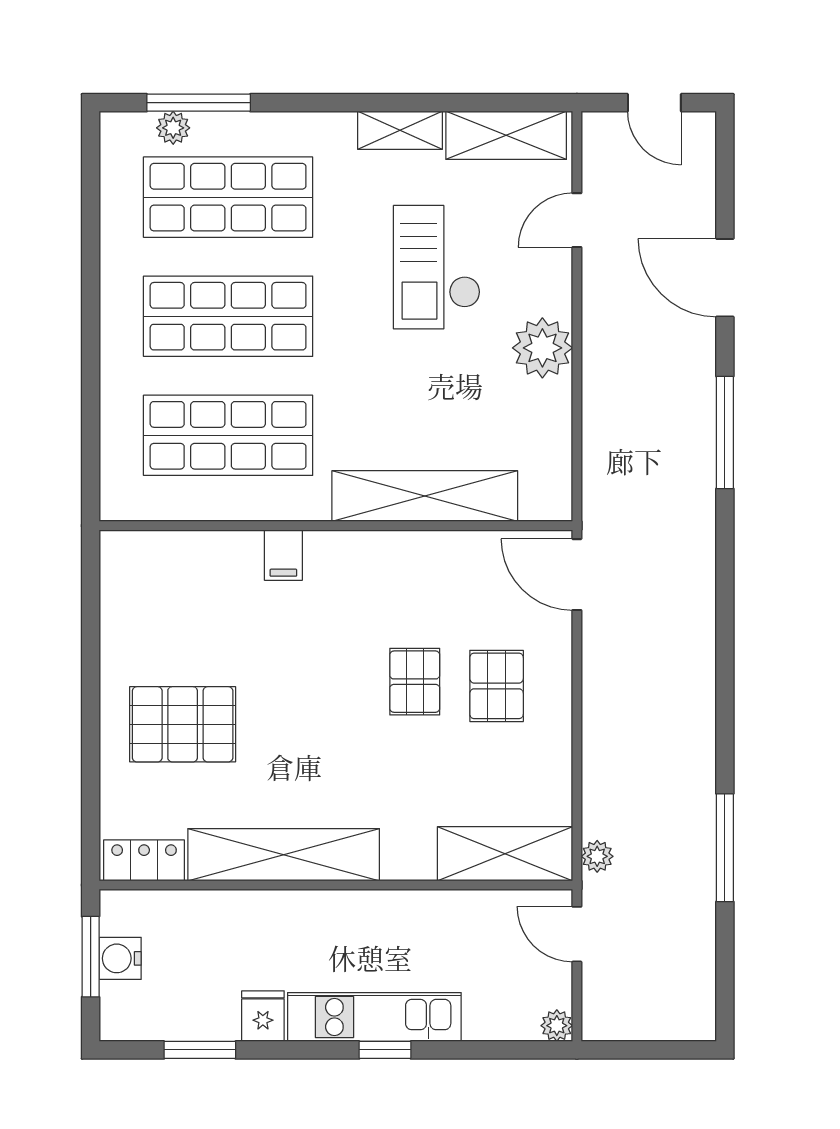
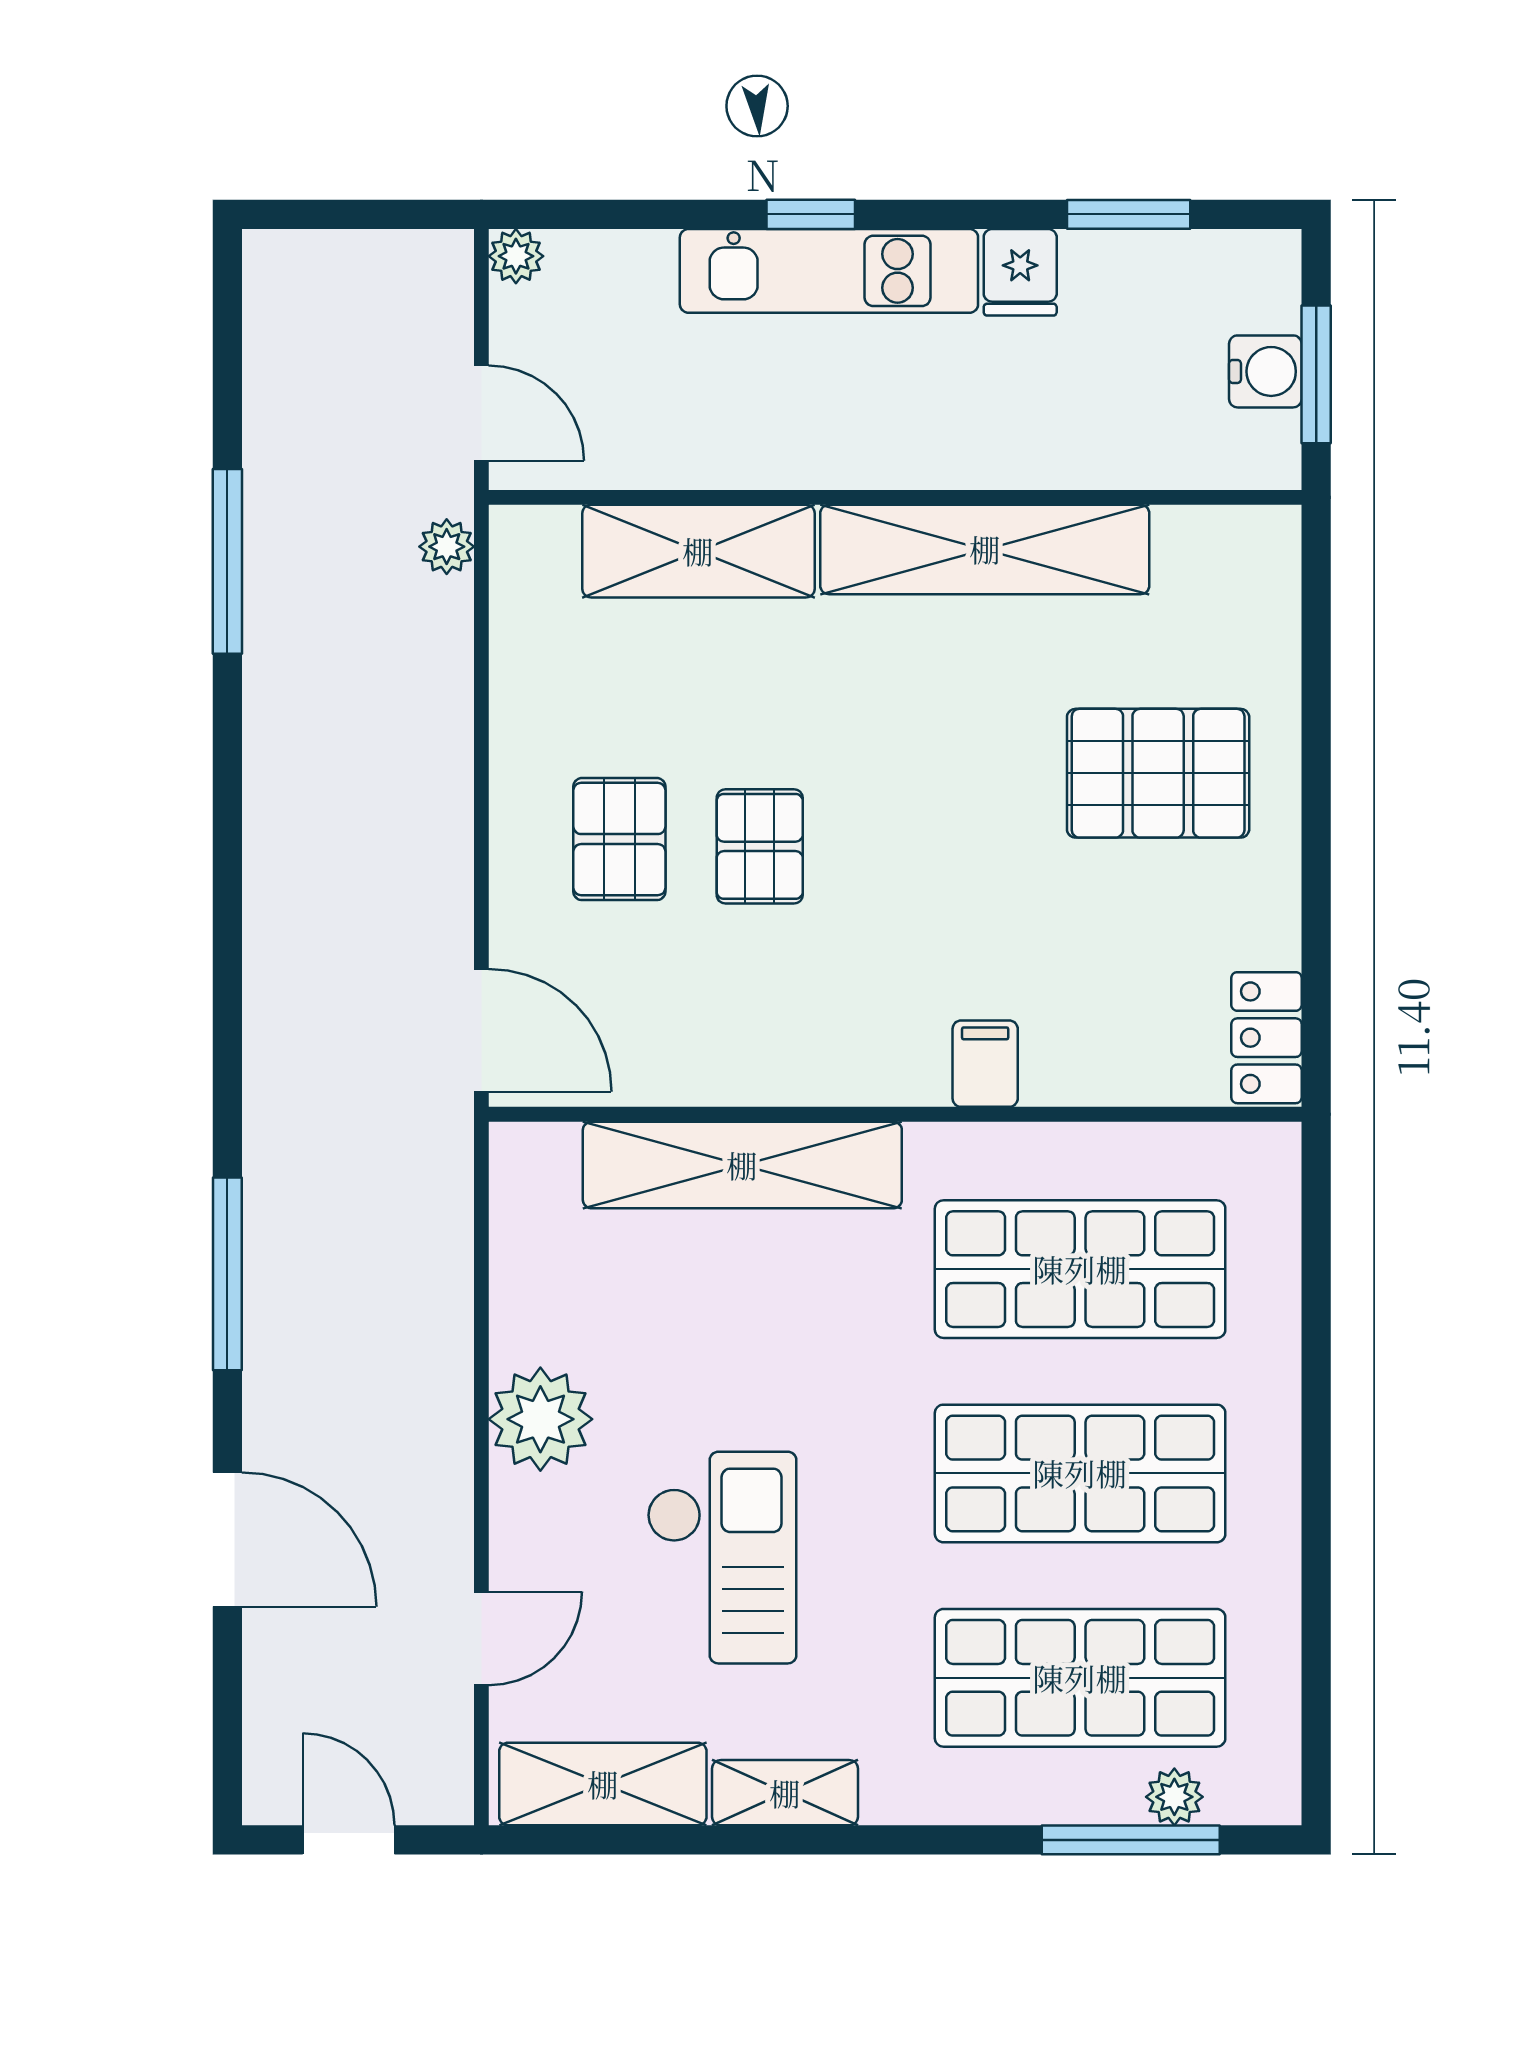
shelving: (505, 854) -> (698, 551), moved
locker: (144, 860) -> (1266, 1038), moved, turned 90

